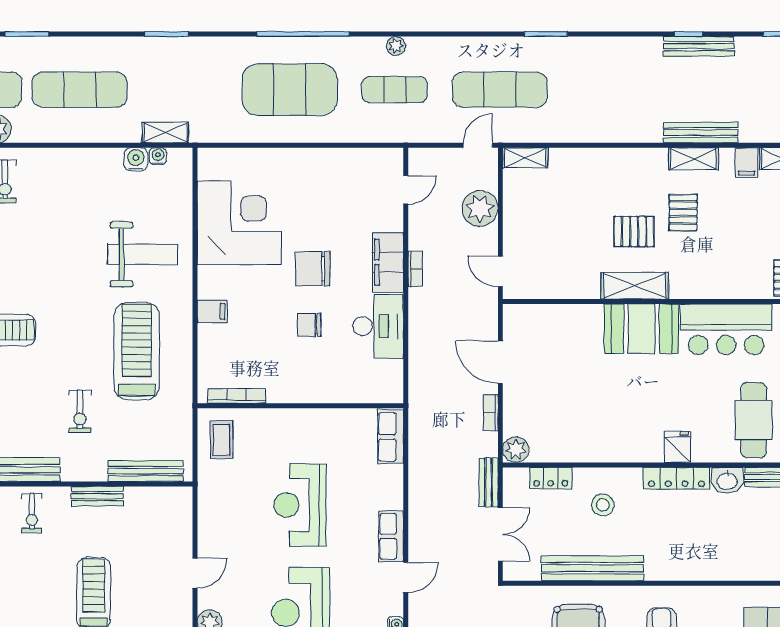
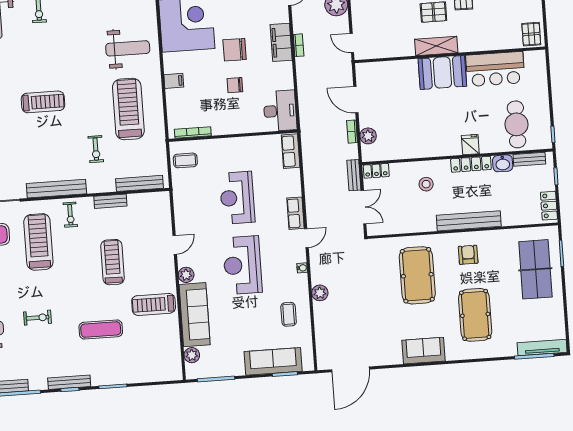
desk: (378, 326) -> (280, 111), moved
coffee table: (222, 440) -> (185, 160), turned 90
plant: (516, 450) -> (368, 136), moved
locker: (551, 478) -> (376, 171), moved
bench: (592, 568) -> (469, 221), moved

